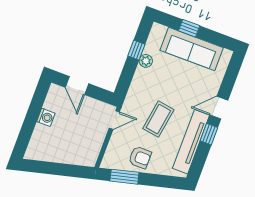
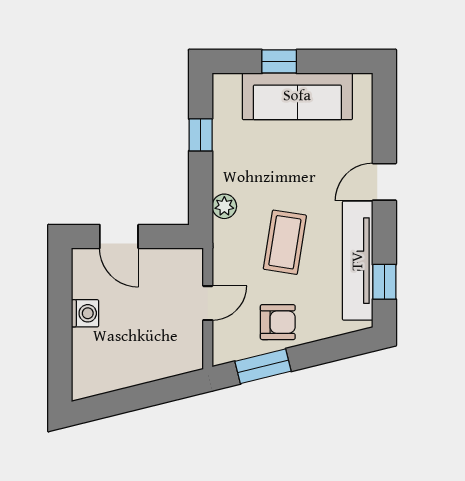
plant: (146, 61) -> (224, 206), moved
door: (114, 120) -> (208, 303), moved
window: (209, 134) -> (384, 282), moved

